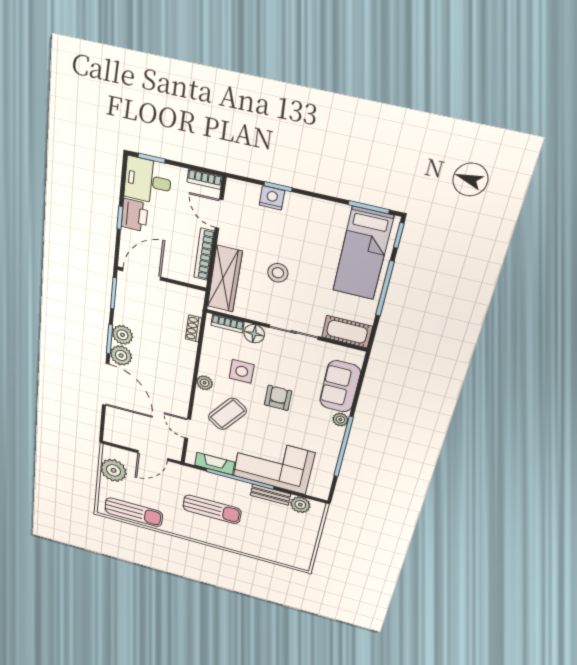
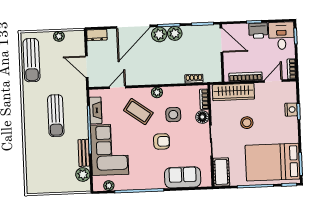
bed: (363, 254) -> (273, 162), width x1.50
plant: (340, 420) -> (109, 186), moved
dresser: (111, 431) -> (97, 35), added
plant: (114, 470) -> (59, 36), width x0.53, depth x0.53

